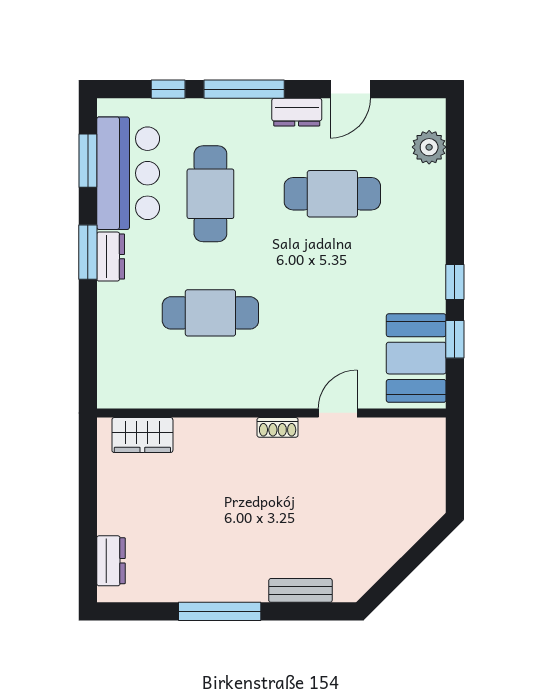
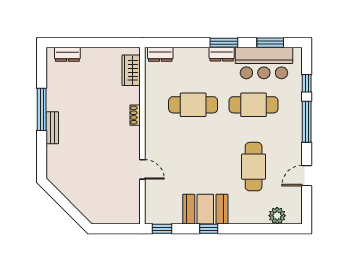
door: (350, 89) -> (307, 176), hinge flipped
dresser: (297, 112) -> (160, 54), moved, turned -90
cafe table: (210, 313) -> (193, 105), turned 90
window: (455, 339) -> (162, 229), moved
booth: (416, 358) -> (205, 209), moved
shoe rack: (278, 427) -> (135, 115), moved
bench: (300, 590) -> (52, 128), moved

